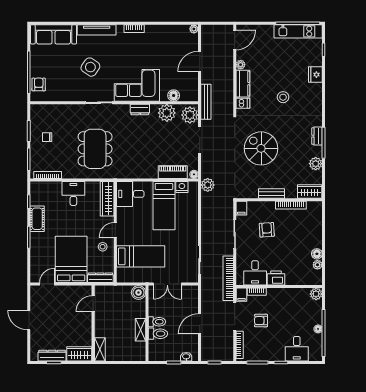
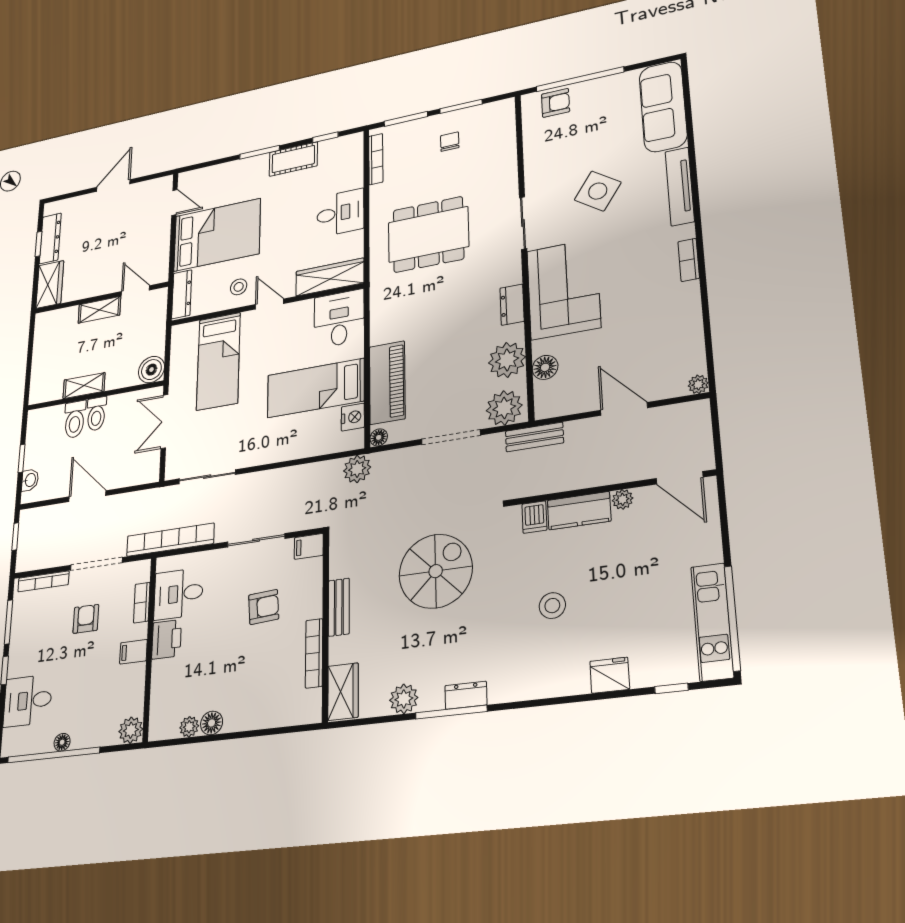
bench: (206, 102) -> (534, 437), width x0.73
piano: (173, 172) -> (387, 383), width x1.37, depth x1.33
filing cabinet: (241, 295) -> (133, 652), moved
shelving: (100, 349) -> (99, 310), moved

